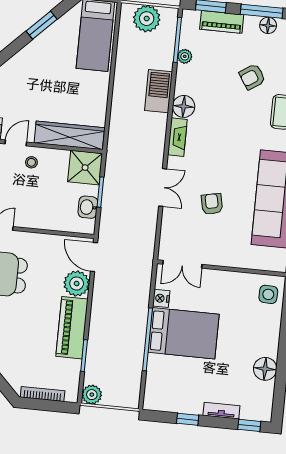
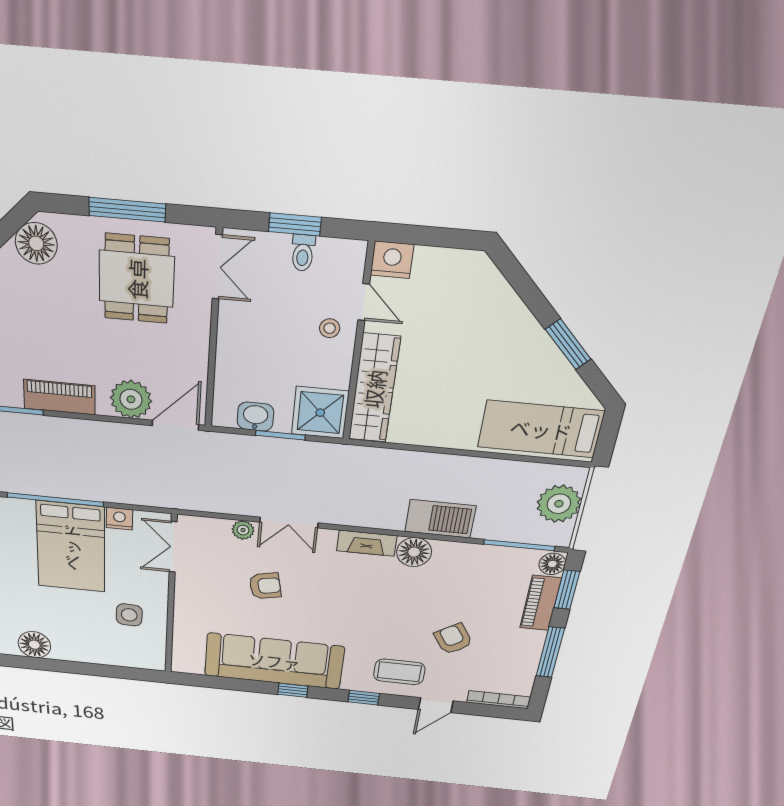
floor lamp: (268, 25) -> (552, 564), moved
plant: (185, 56) -> (243, 530), moved
side table: (268, 294) -> (129, 615), moved
piano: (72, 328) -> (59, 397), width x0.73, depth x0.75

